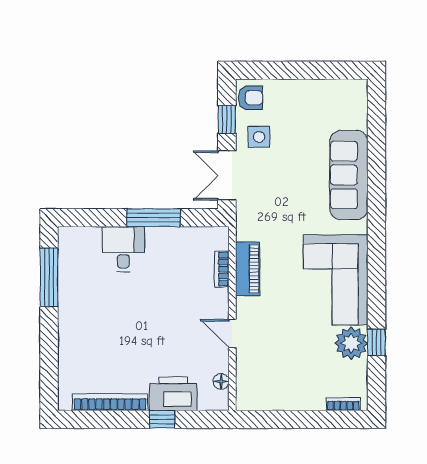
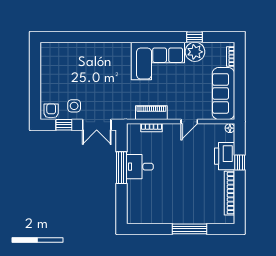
sofa: (349, 175) -> (223, 93), moved, turned 90
desk: (123, 249) -> (140, 167), moved
window: (49, 277) -> (189, 229), moved
floor lamp: (221, 381) -> (230, 128), moved

